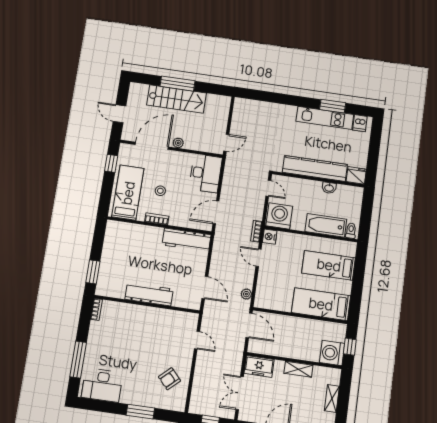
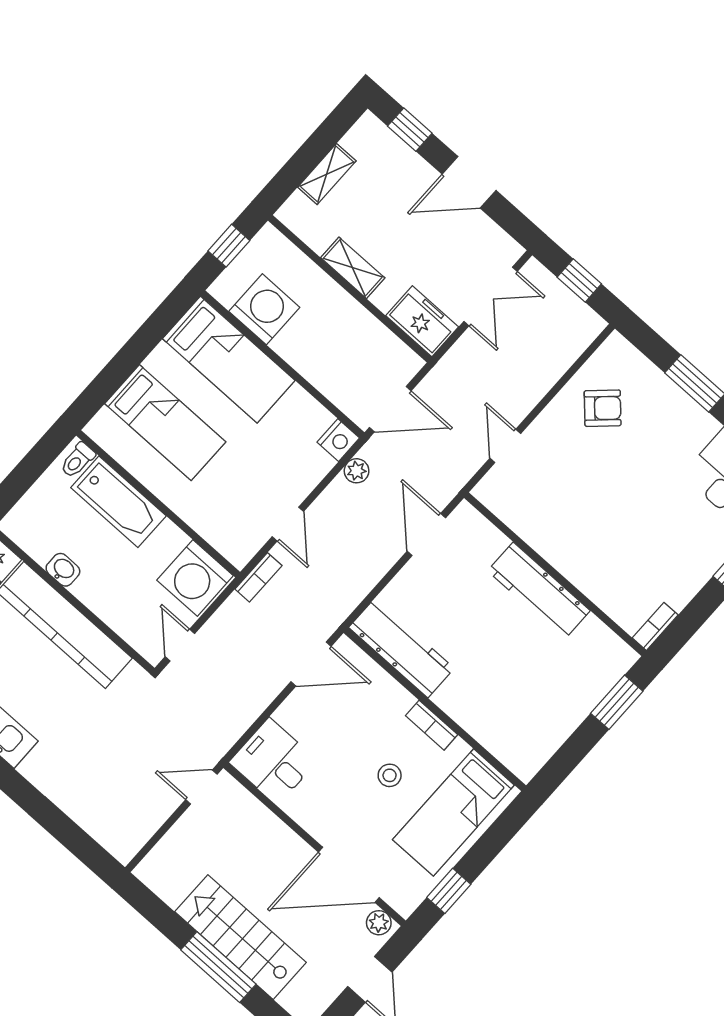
plant: (178, 143) -> (379, 923), moved
desk: (206, 173) -> (273, 762), width x0.73
nightstand: (270, 237) -> (338, 440), moved
door: (249, 325) -> (390, 409), swing flipped
washing machine: (332, 353) -> (264, 309), moved, turned -90

